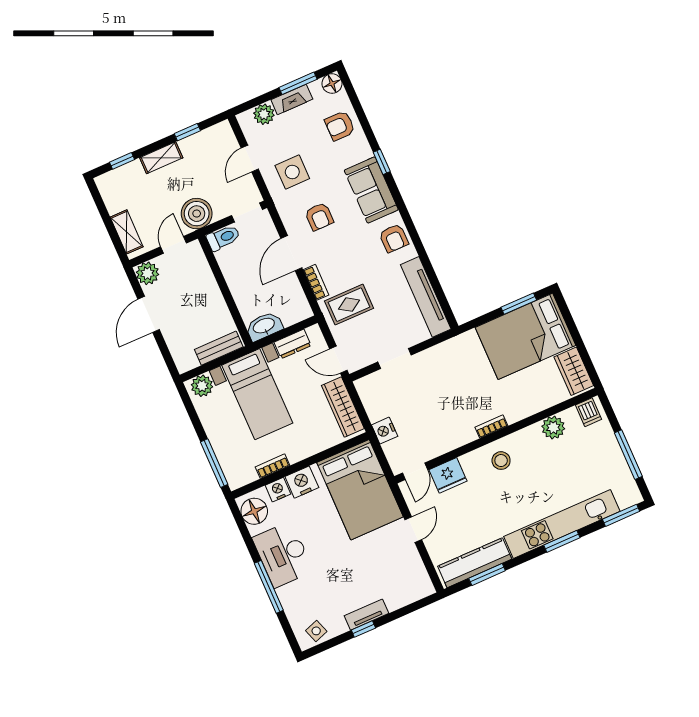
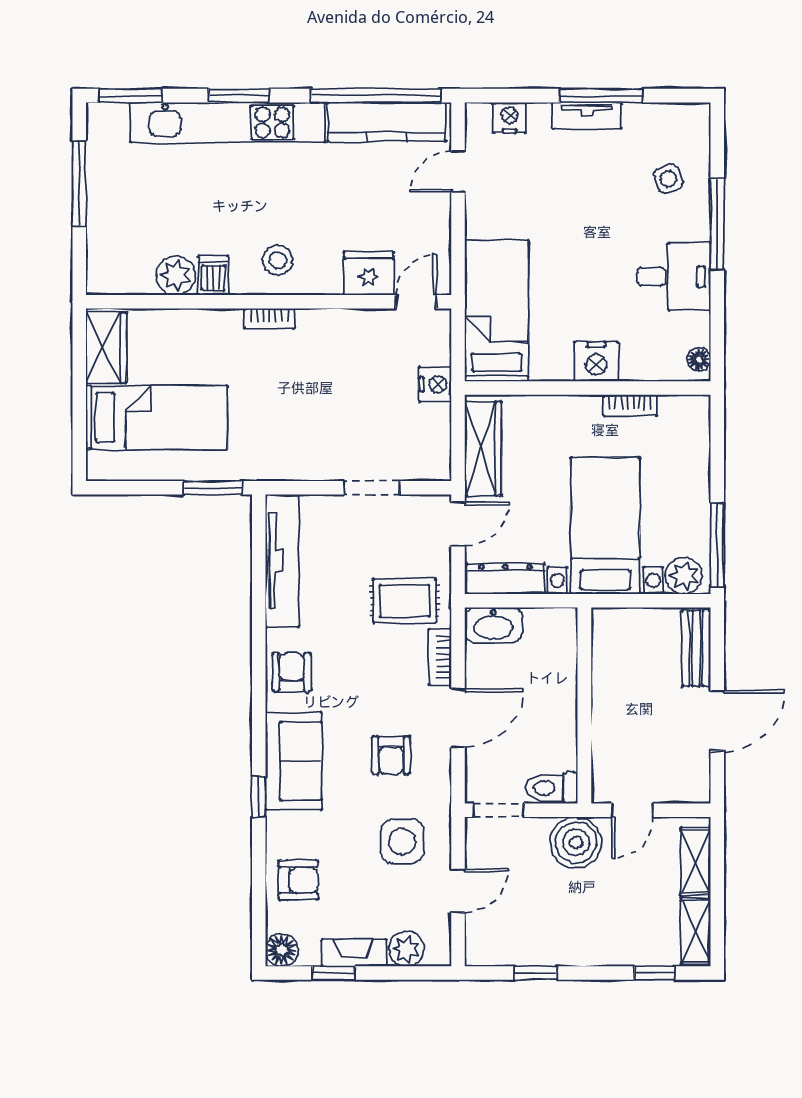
window: (298, 83) -> (334, 973), width x0.67
shelving: (161, 158) -> (696, 931), moved, turned 90
armchair: (319, 217) -> (391, 755), turned 180
plant: (147, 273) -> (691, 784), removed
window: (519, 304) -> (213, 488), moved
washbasin: (264, 326) -> (493, 625), moved
bed: (525, 336) -> (157, 417), width x0.67
dresser: (293, 344) -> (505, 579), width x1.44
bench: (219, 348) -> (696, 648), moved, turned 90
door: (338, 360) -> (458, 524), hinge flipped
dishwasher: (588, 412) -> (213, 275), moved
window: (214, 463) -> (717, 545), moved
nightstand: (278, 490) -> (509, 118), moved, turned 180
bed: (360, 490) -> (497, 311), width x0.67
floor lamp: (254, 511) -> (699, 359), width x0.53, depth x0.53
door: (413, 530) -> (458, 171), moved
desk: (283, 554) -> (674, 277), width x0.73
window: (487, 574) -> (376, 96), width x2.11
window: (363, 629) -> (601, 96), width x2.17
side table: (316, 631) -> (668, 179), moved

